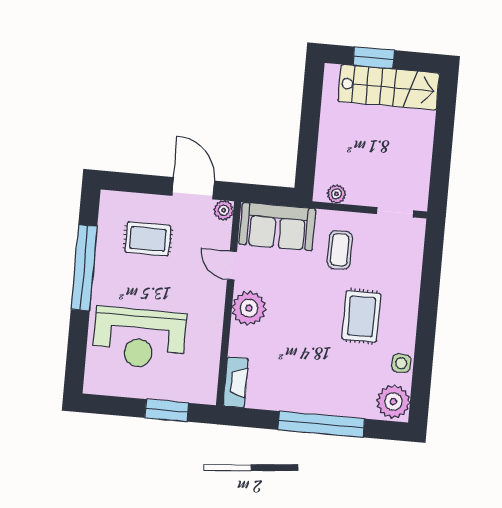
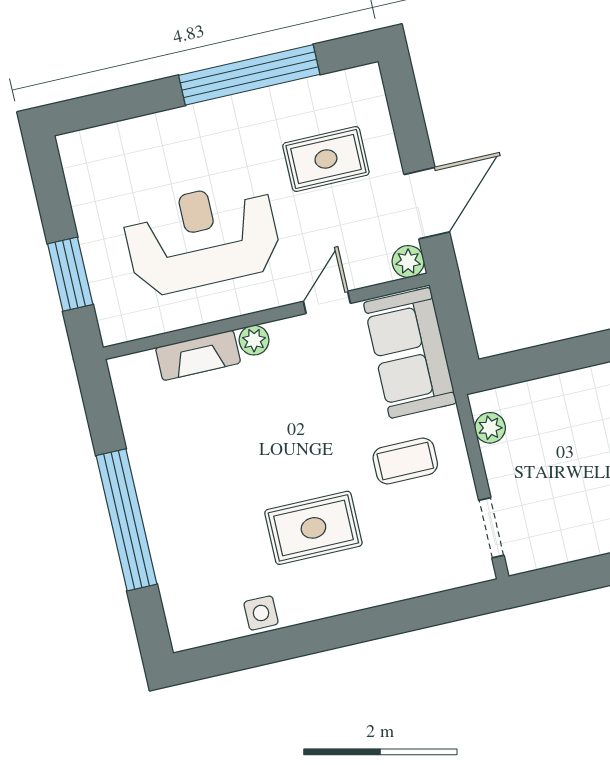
rug: (148, 239) -> (326, 159), turned 90
plant: (249, 308) -> (254, 340), width x0.53, depth x0.53
reception desk: (139, 338) -> (202, 238), moved, turned 90
fireplace: (236, 382) -> (198, 355), moved
plant: (393, 402) -> (198, 620), removed

